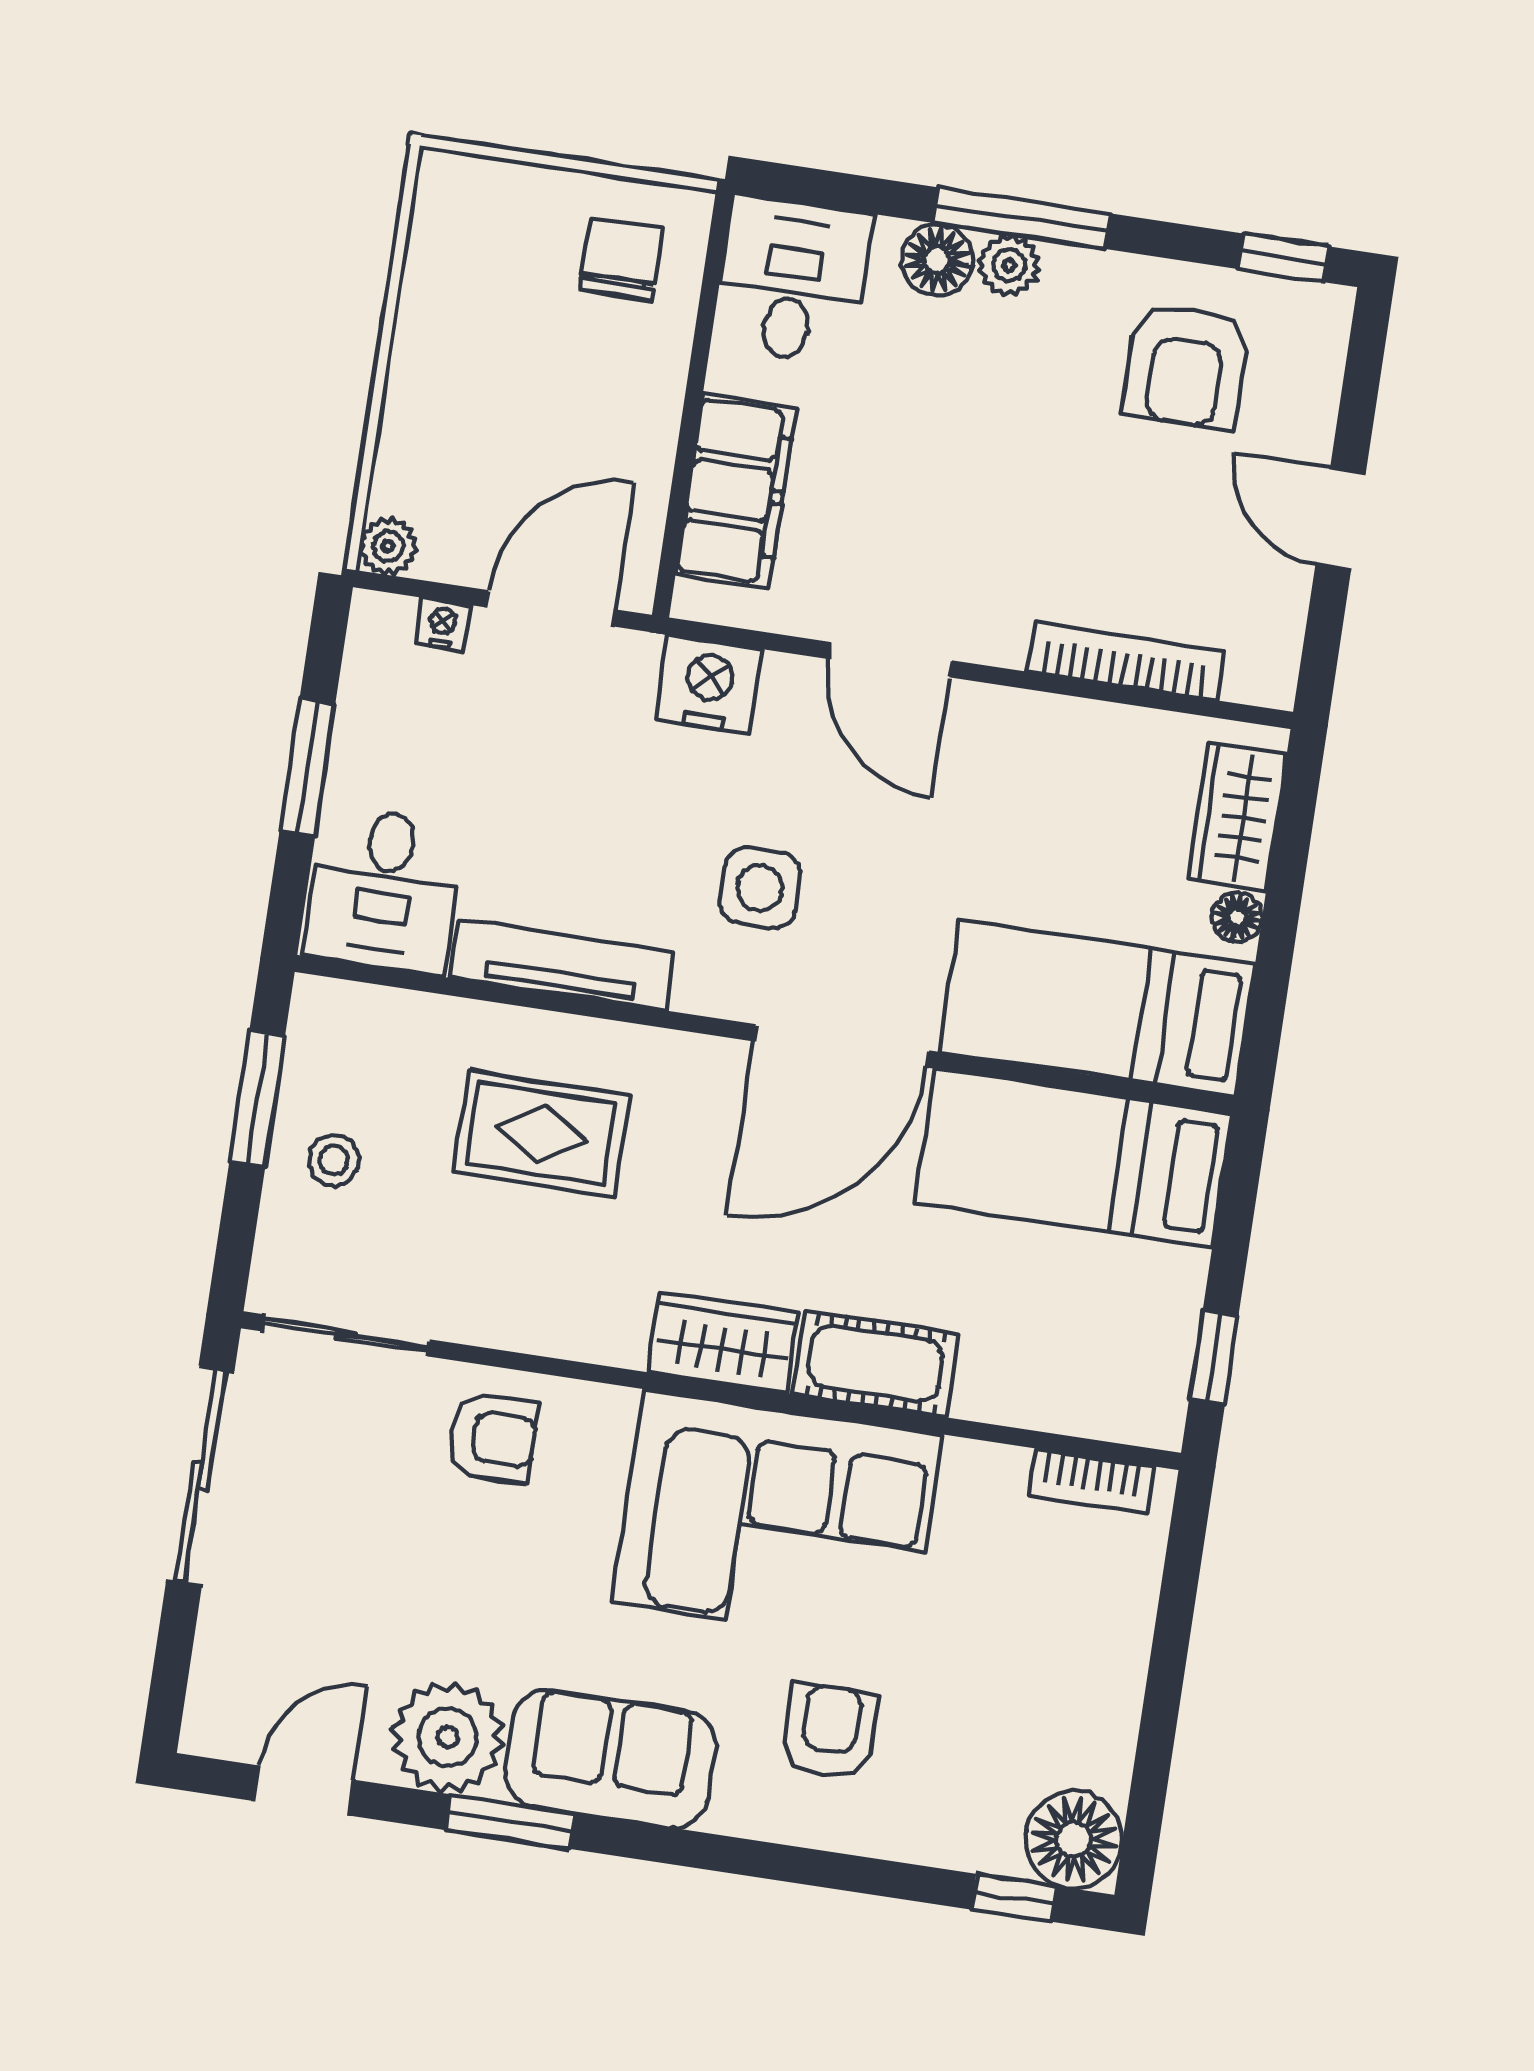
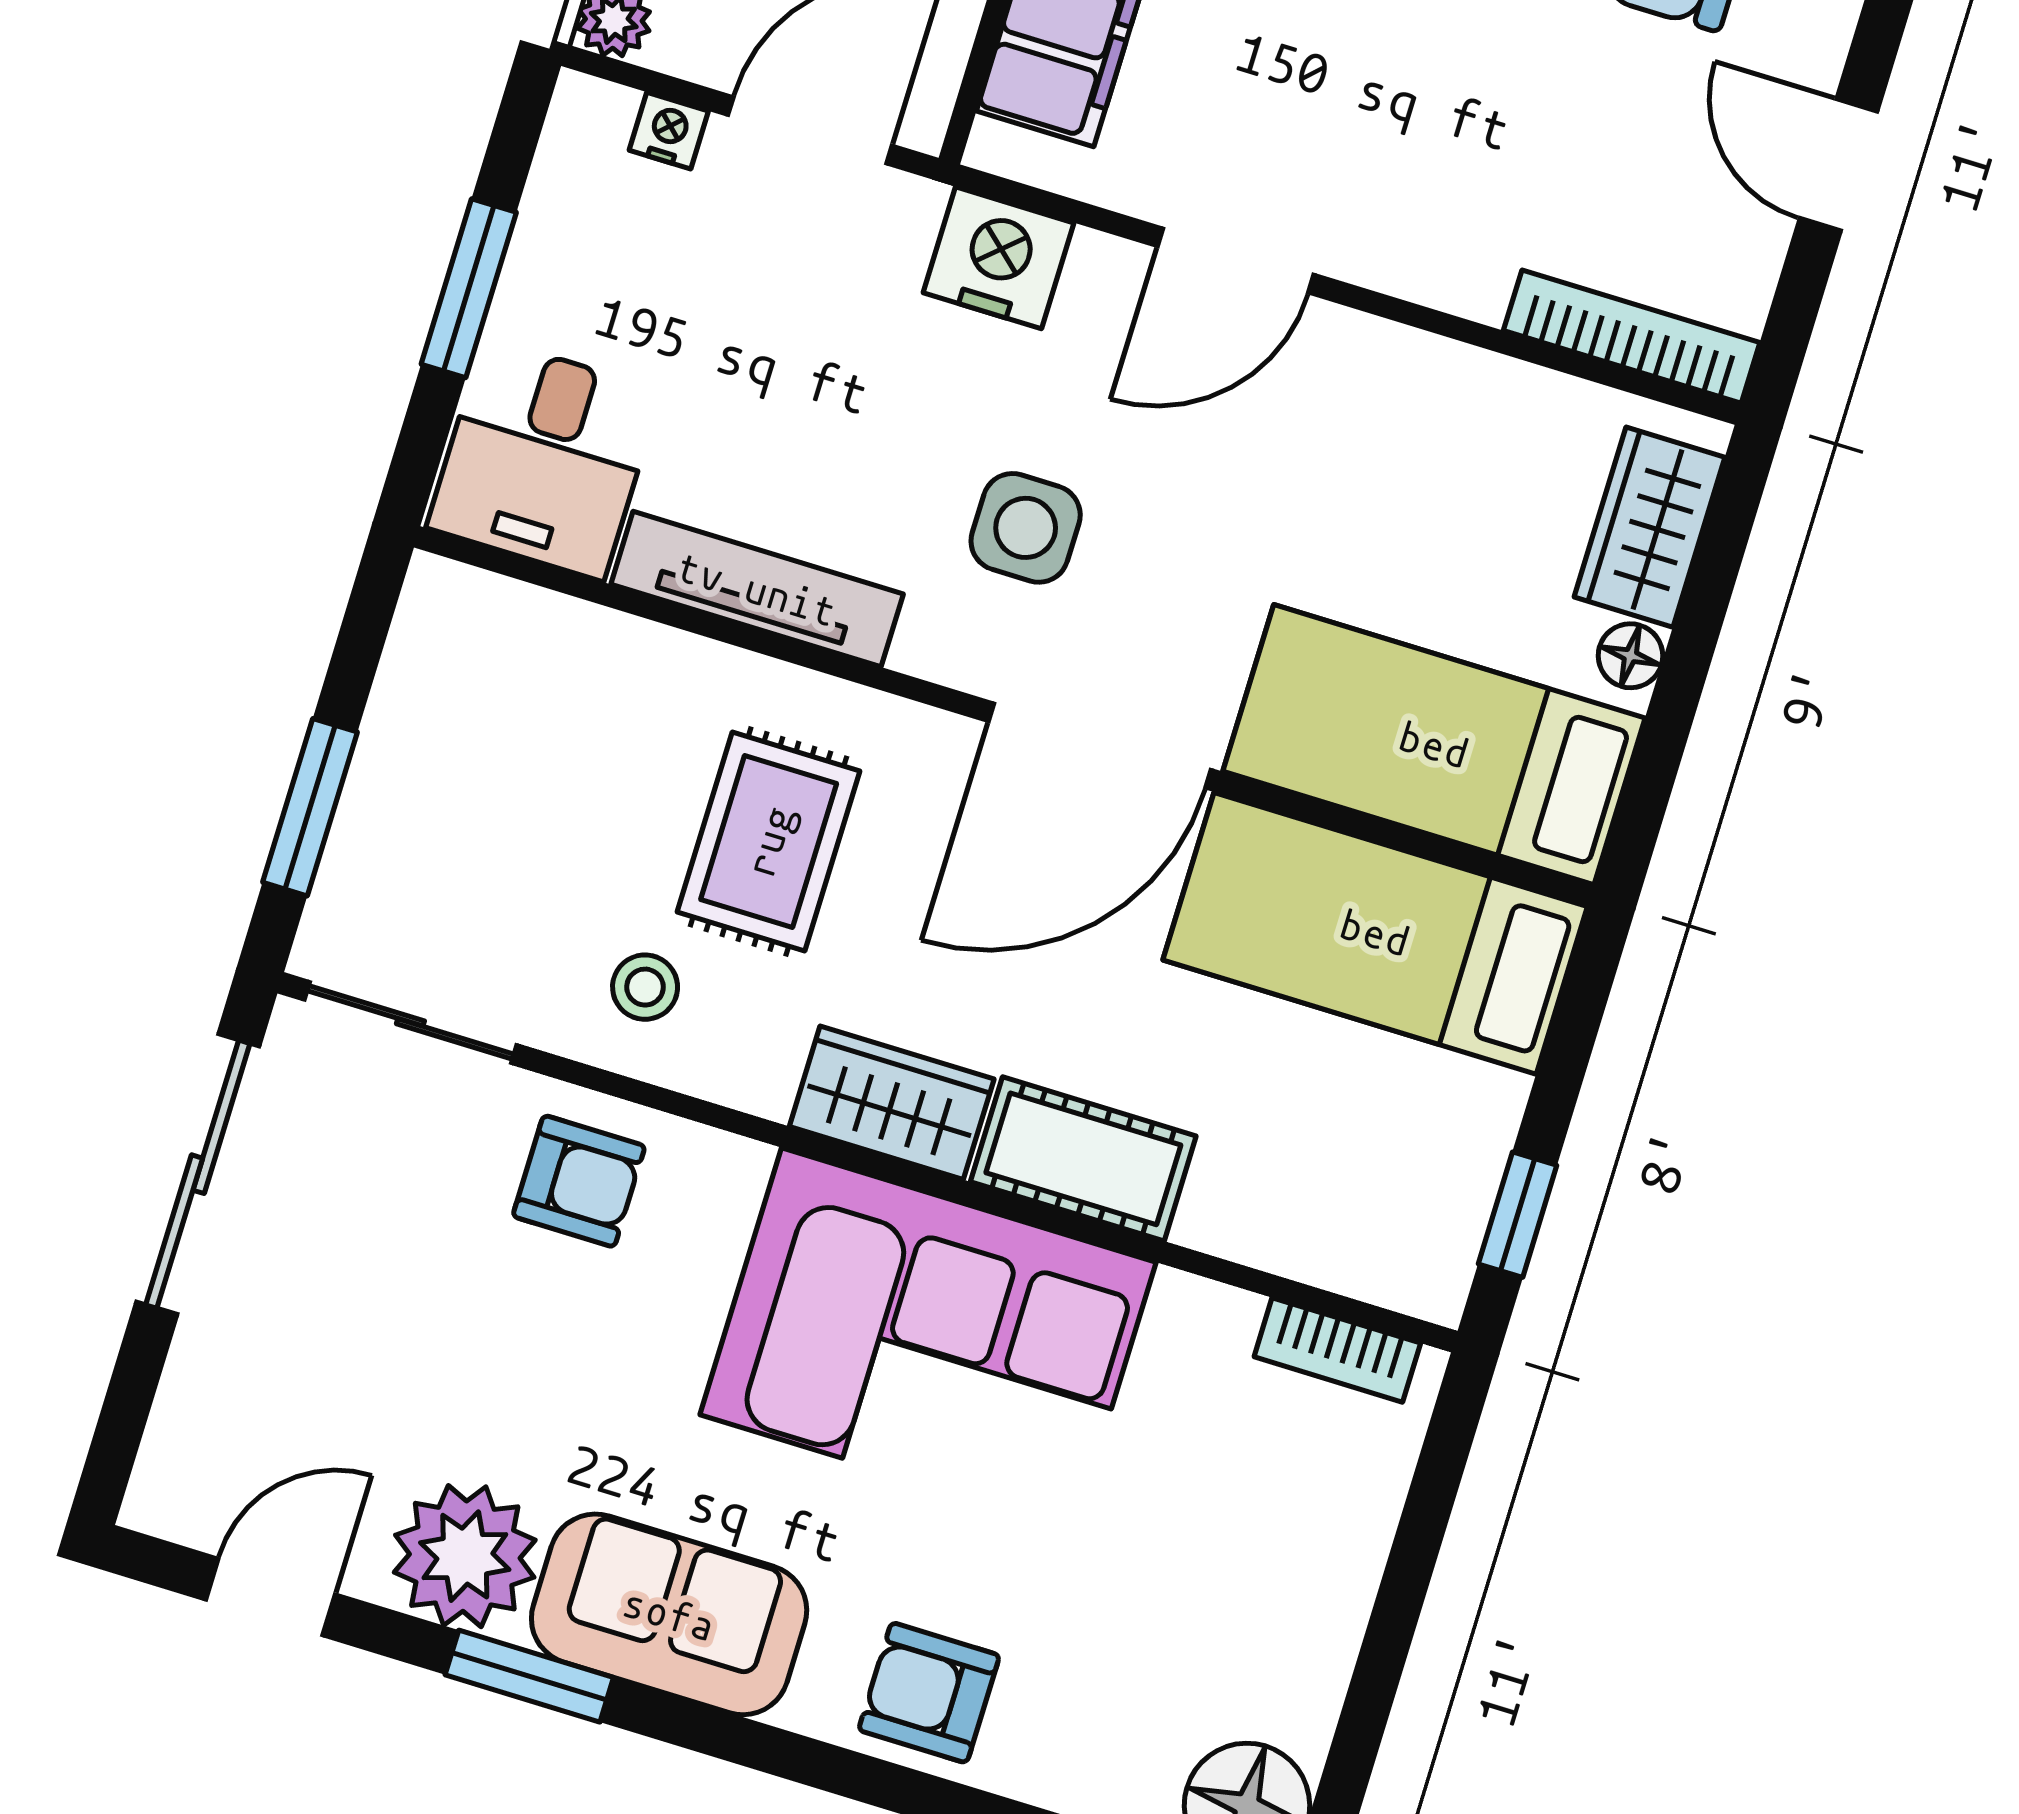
door: (890, 660) -> (1235, 260), hinge flipped
bookcase: (1125, 662) -> (1632, 337), moved
window: (257, 1099) -> (310, 807), moved
rug: (541, 1133) -> (769, 841), moved, turned 90
stool: (334, 1160) -> (645, 987), moved
armchair: (830, 1731) -> (929, 1693), moved, turned -90

